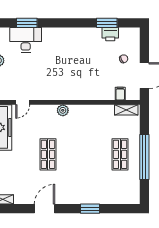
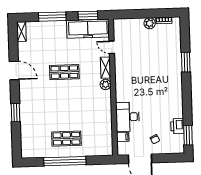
window: (27, 23) -> (186, 62), moved
window: (107, 23) -> (188, 135), moved
desk: (26, 40) -> (128, 117), moved, turned 180
shelving: (126, 110) -> (106, 68), moved

